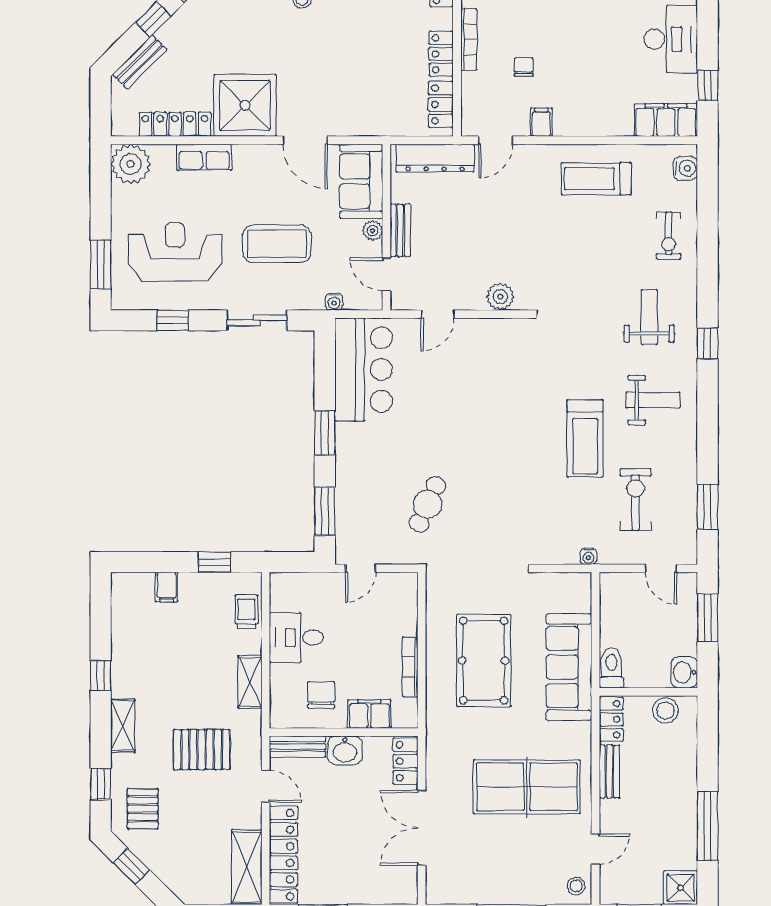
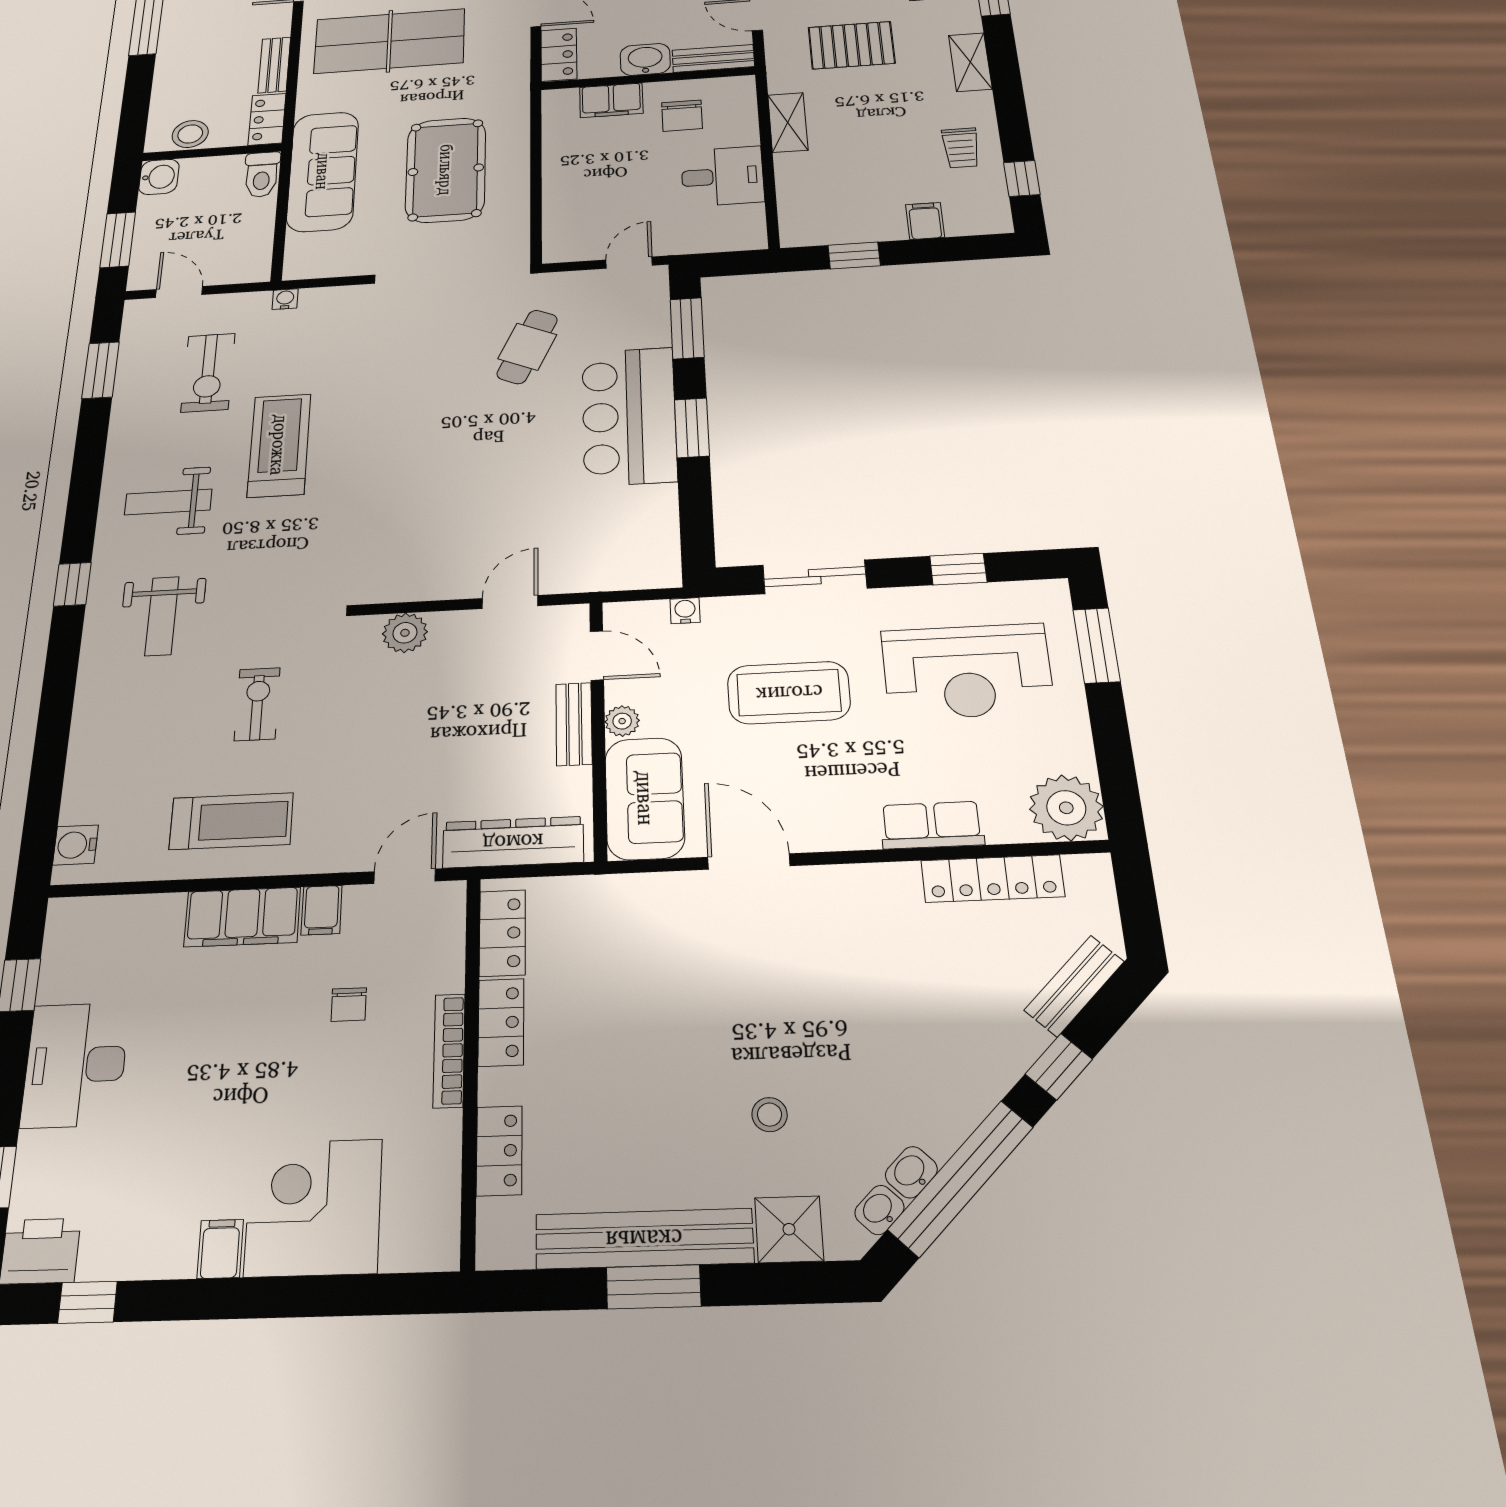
shower: (245, 105) -> (865, 917), removed
filing cabinet: (666, 120) -> (242, 917), moved
exercise bike: (669, 236) -> (257, 704), moved
bar counter: (364, 370) -> (629, 416), moved
trolley: (246, 612) -> (961, 148), moved
bookcase: (410, 667) -> (553, 155), removed
window: (101, 675) -> (1022, 178), moved

